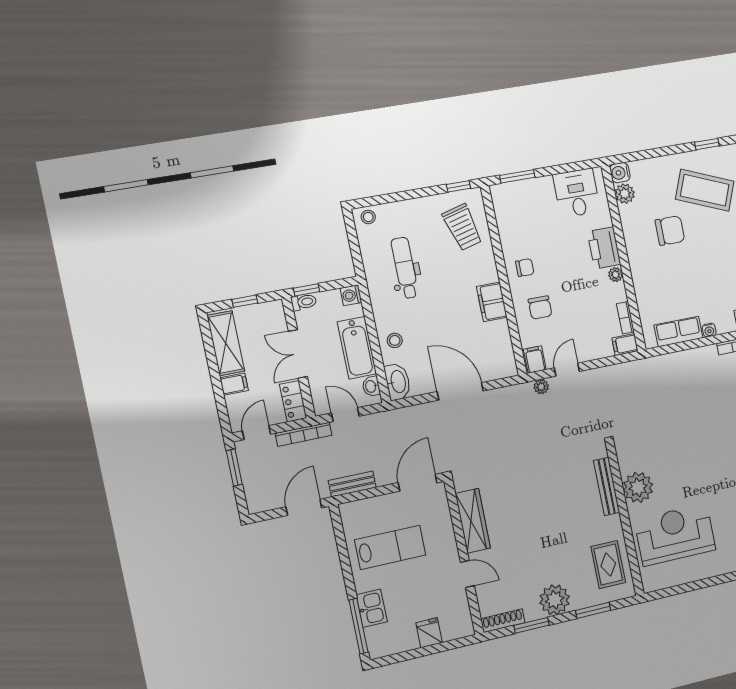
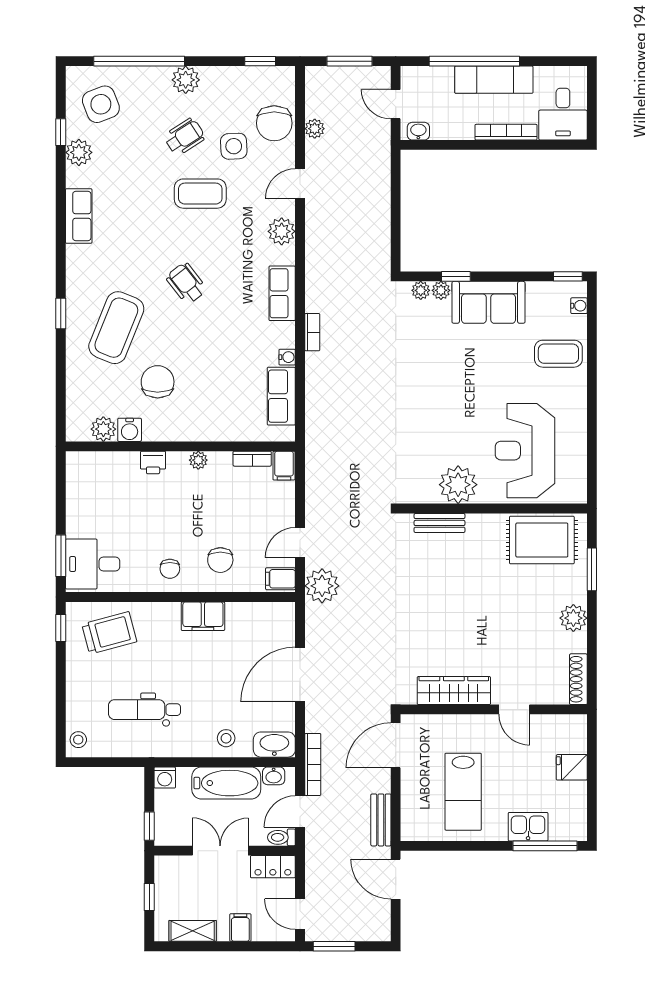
water cooler: (620, 173) -> (130, 430), moved
desk: (577, 193) -> (93, 564), moved
printer: (604, 248) -> (153, 462), width x0.53, depth x0.68
chair: (525, 268) -> (170, 569), turned 180
toilet: (304, 302) -> (281, 837), moved, turned -90
chair: (540, 308) -> (220, 560), turned 90
shelving: (226, 343) -> (193, 931), width x0.67, depth x0.75
double door: (298, 354) -> (220, 851), swing flipped
door: (567, 370) -> (300, 543), hinge flipped
plant: (541, 387) -> (322, 586), width x1.88, depth x1.88
bookcase: (304, 434) -> (313, 764), moved
door: (418, 483) -> (396, 745), hinge flipped
bench: (607, 486) -> (439, 523), width x0.73
lab bench: (390, 547) -> (463, 792), turned 180
rug: (608, 565) -> (542, 540), width x1.36, depth x1.43
door: (467, 574) -> (514, 709), swing flipped
plant: (555, 600) -> (573, 618), width x0.73, depth x0.73
window: (531, 625) -> (592, 647), removed

